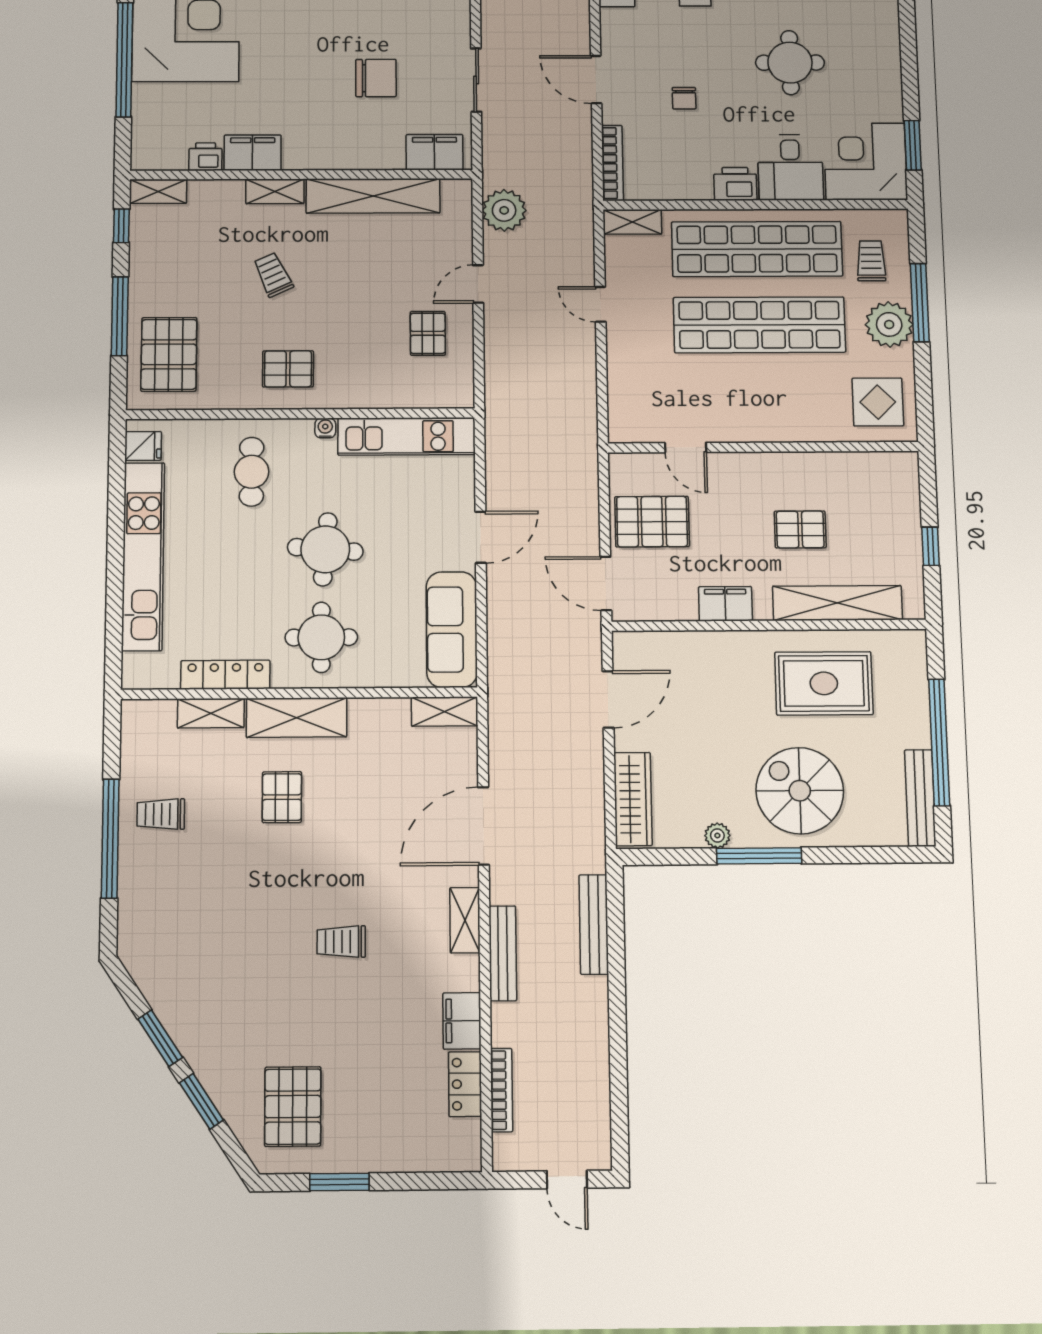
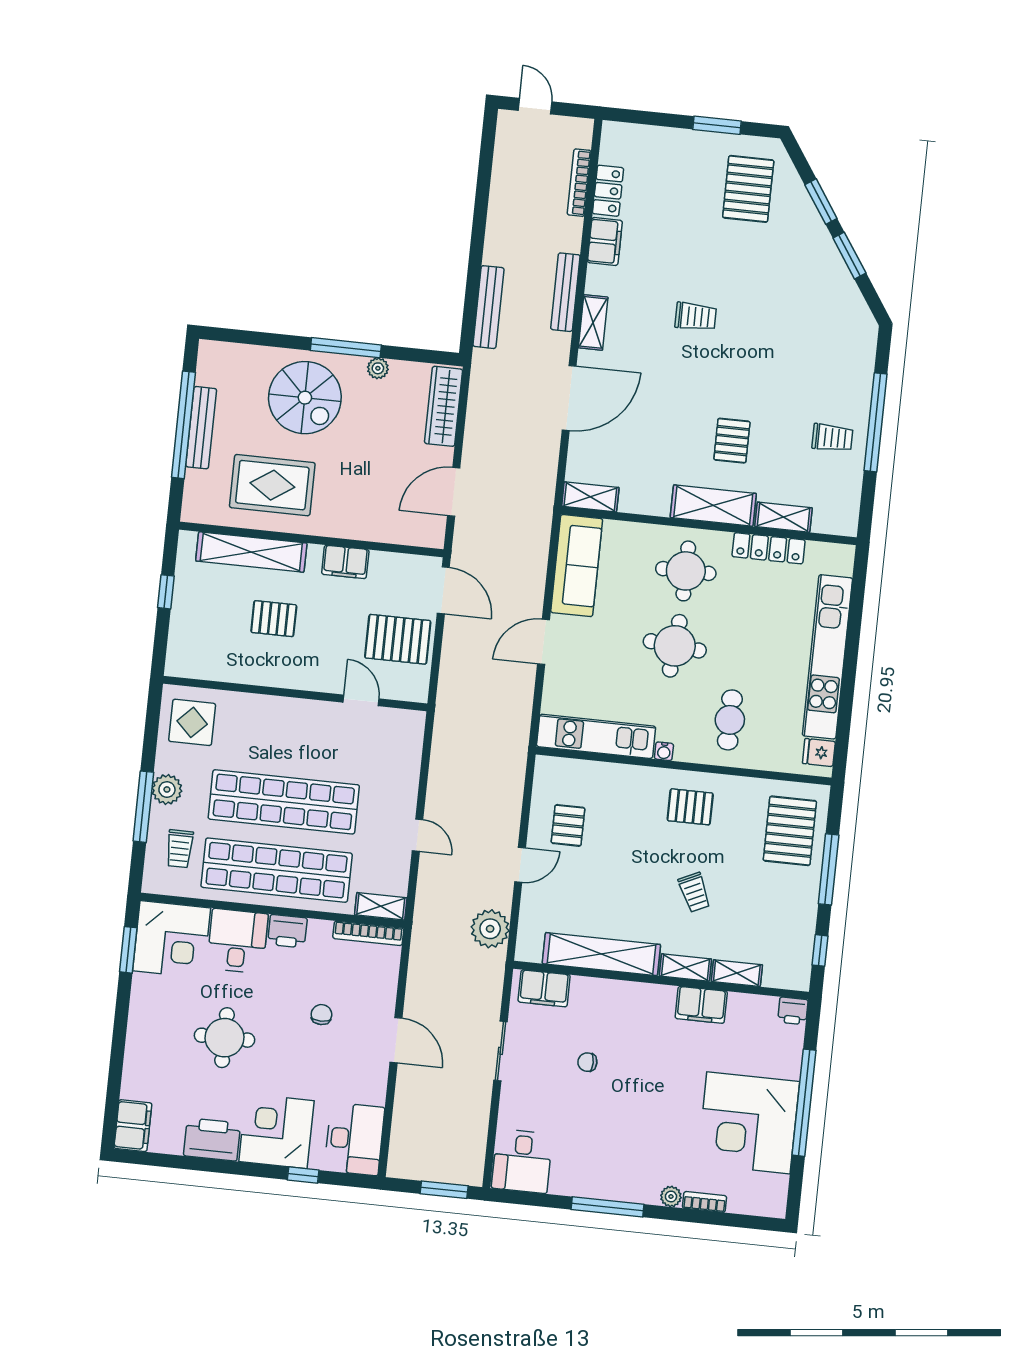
chair: (376, 78) -> (587, 1062), width x0.54, depth x0.54
printer: (205, 157) -> (793, 1011), moved
bookcase: (612, 163) -> (368, 933), moved, turned -90
shelving: (158, 191) -> (737, 973), moved
plant: (889, 324) -> (167, 789), width x0.73, depth x0.73
bench: (920, 798) -> (201, 428), moved

